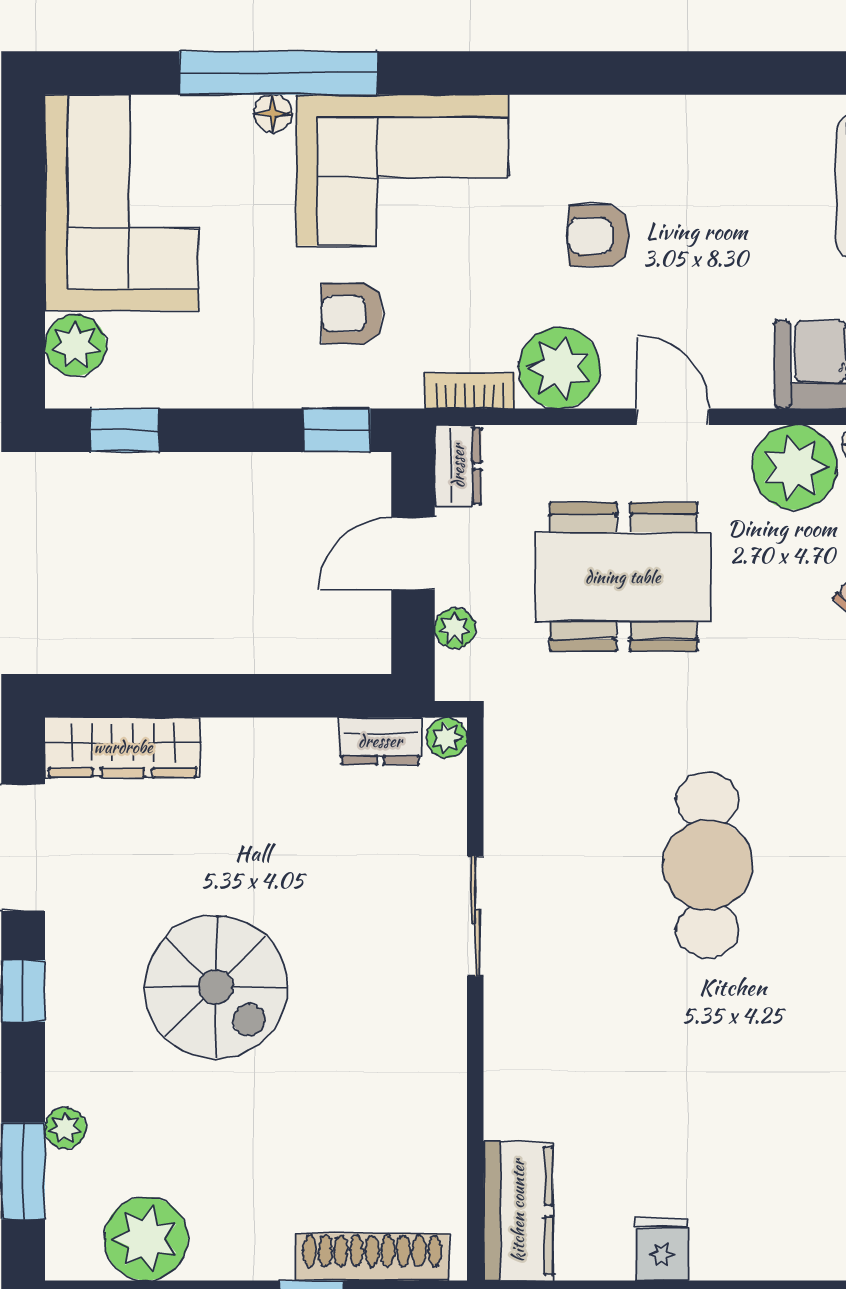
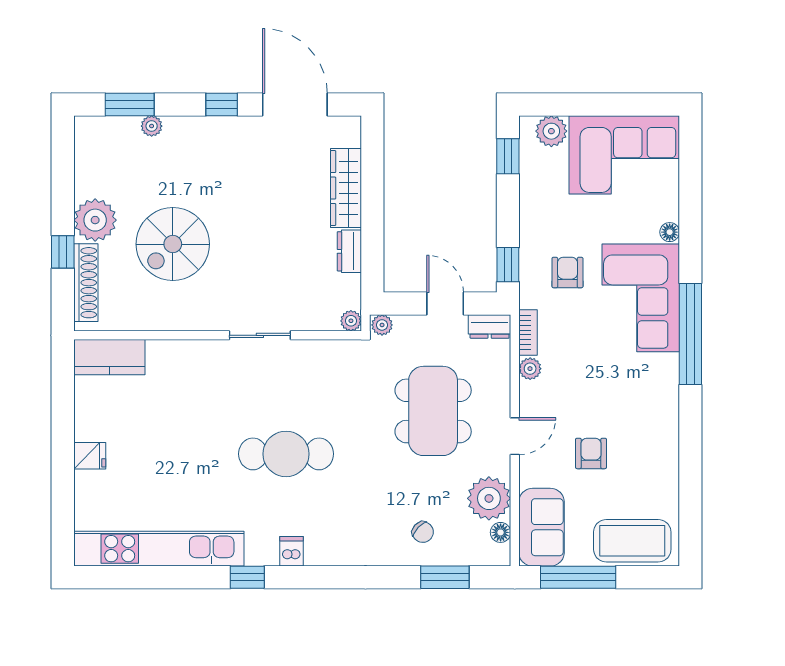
window: (279, 73) -> (690, 334), moved
armchair: (599, 236) -> (591, 453), moved
plant: (560, 368) -> (530, 369), width x0.53, depth x0.53
plant: (455, 628) -> (382, 325), moved
dresser: (380, 741) -> (349, 251), moved
wardrobe: (123, 747) -> (346, 188), moved
spiral stairs: (216, 987) -> (173, 244), moved
plant: (146, 1239) -> (95, 220), moved
fridge: (662, 1249) -> (90, 456), moved

